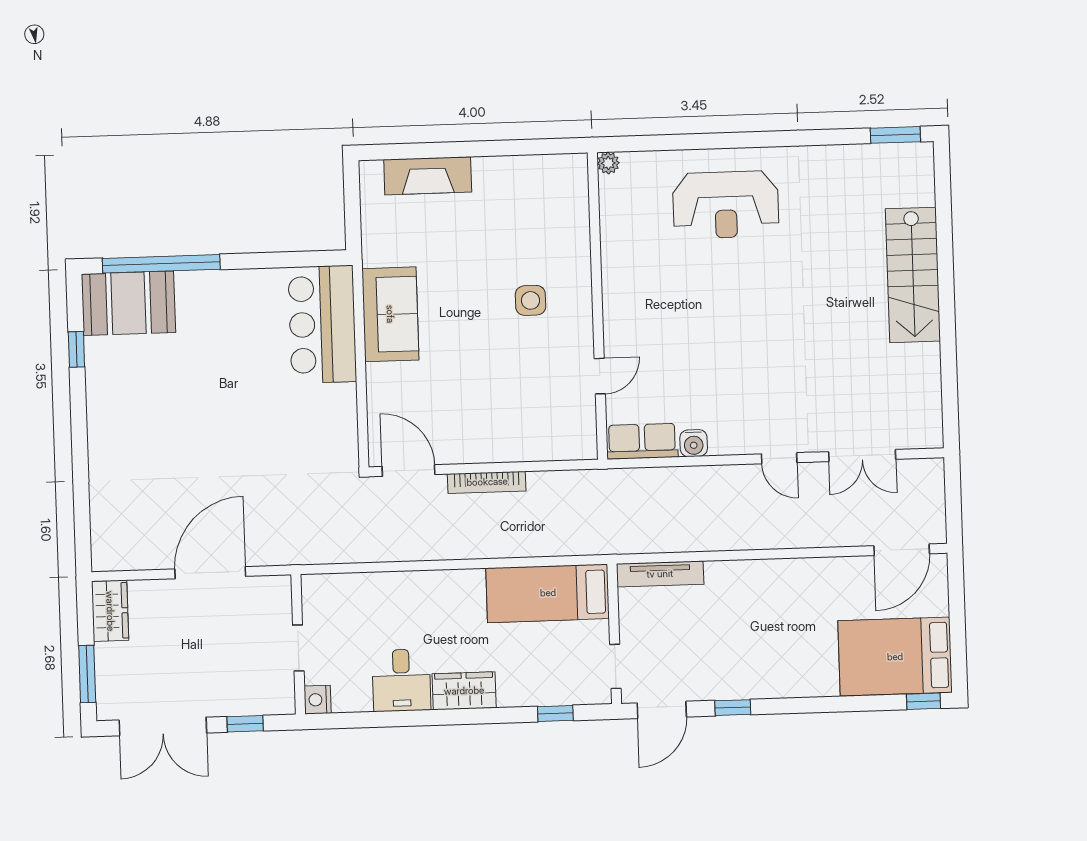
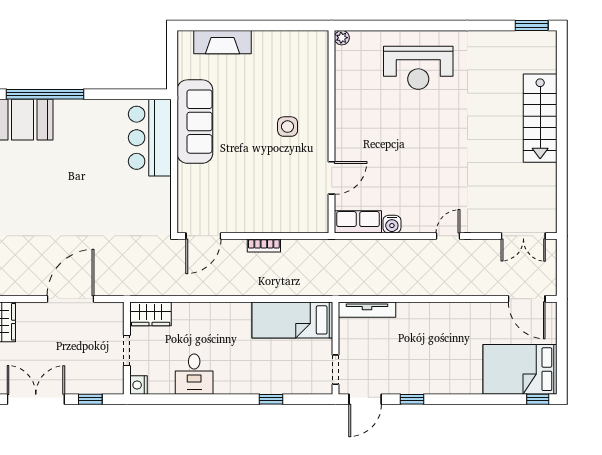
sofa: (390, 314) -> (195, 122), width x1.36
door: (600, 376) -> (332, 178), width x1.38
double door: (862, 455) -> (523, 236), moved
door: (779, 458) -> (448, 236), swing flipped
door: (409, 471) -> (203, 236), swing flipped
bookcase: (487, 482) -> (264, 246), width x0.64
door: (902, 550) -> (527, 299), hinge flipped
wardrobe: (464, 691) -> (151, 314), moved, turned 180
window: (555, 713) -> (271, 399), moved
double door: (163, 726) -> (36, 399), swing flipped

